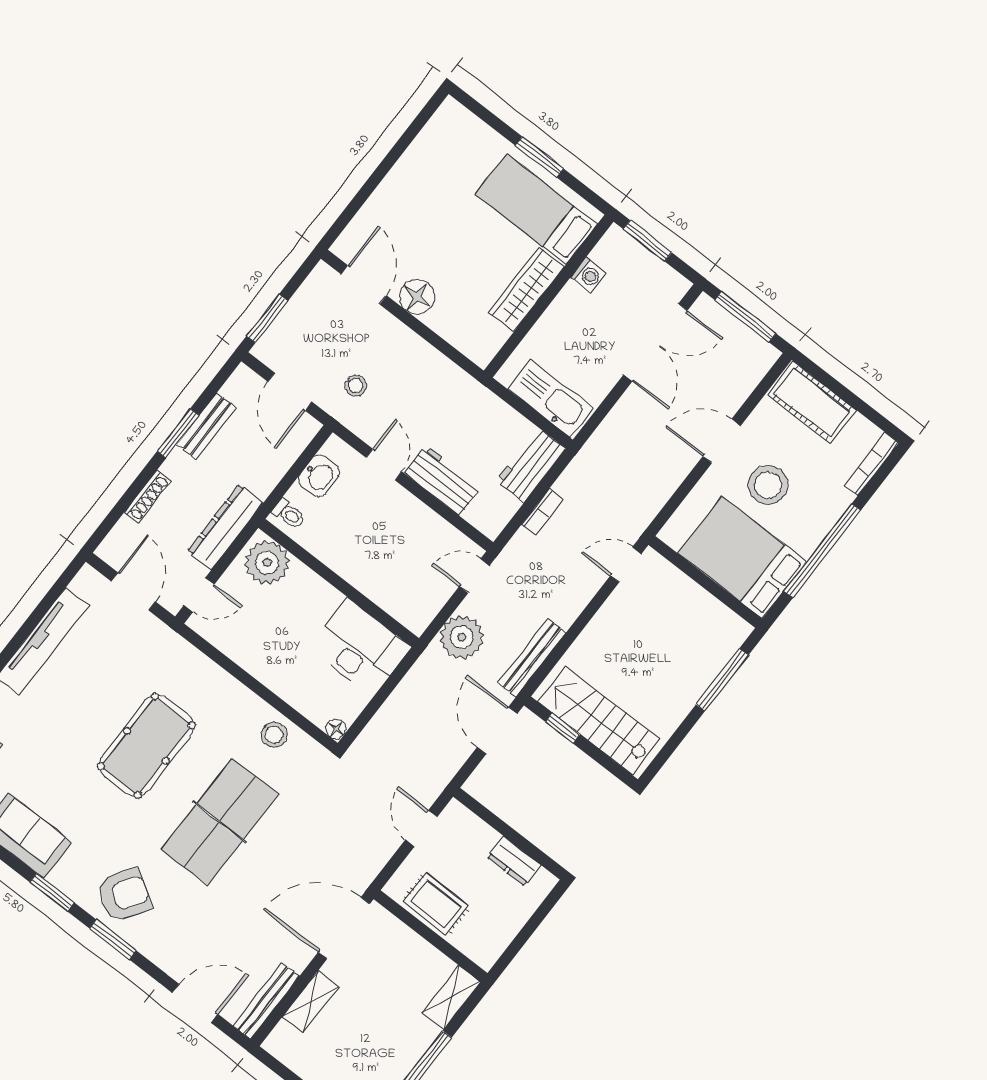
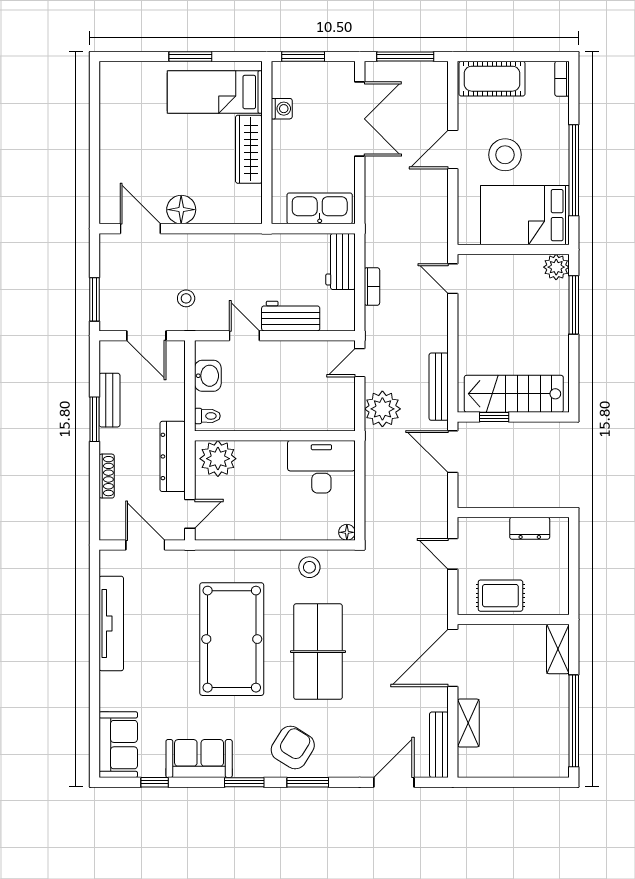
bookcase: (872, 464) -> (562, 79), width x0.64
door: (626, 565) -> (453, 279), hinge flipped
plant: (733, 631) -> (556, 267), added
pool table: (146, 746) -> (232, 639), width x1.36, depth x1.32

